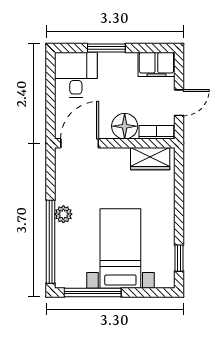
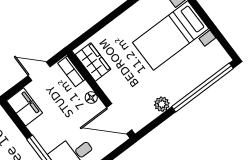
floor lamp: (125, 126) -> (91, 98), width x0.53, depth x0.53
plant: (63, 214) -> (162, 104), moved
window: (93, 293) -> (216, 32), removed

